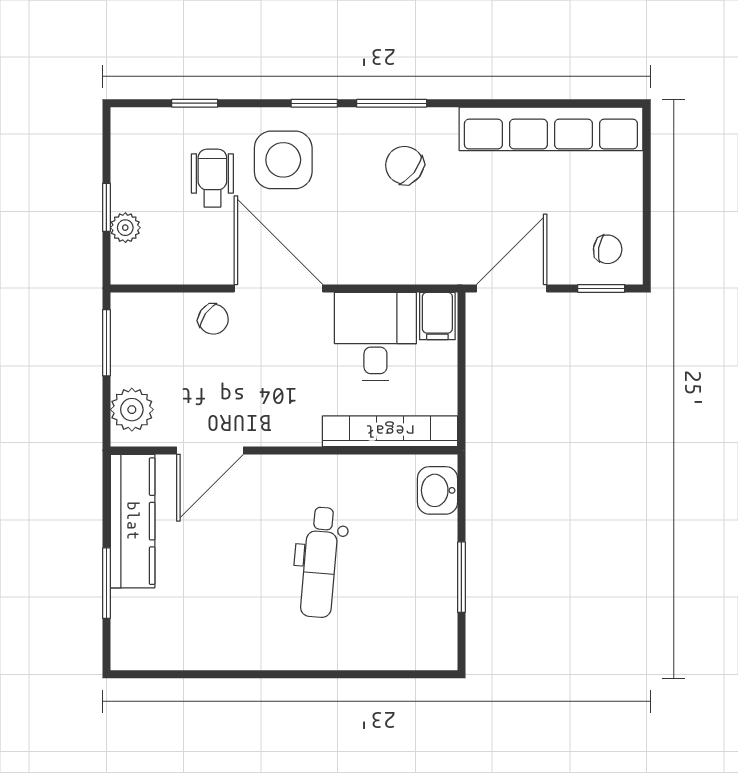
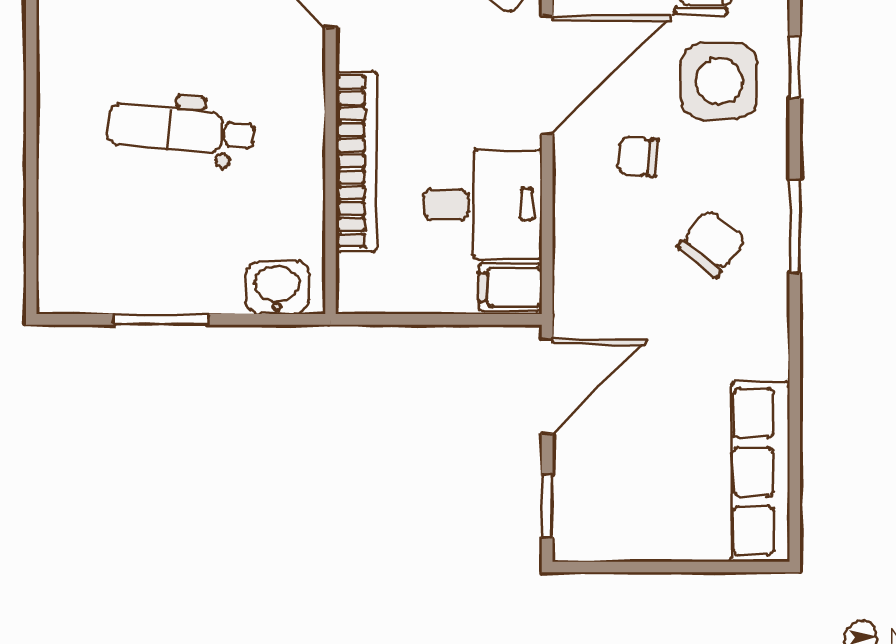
window: (314, 103) -> (795, 67), moved
row of seats: (551, 129) -> (760, 472), width x0.73
chair: (608, 249) -> (638, 157), moved, turned 86
door: (512, 288) -> (547, 386), hinge flipped
bookcase: (390, 431) -> (356, 161), moved

